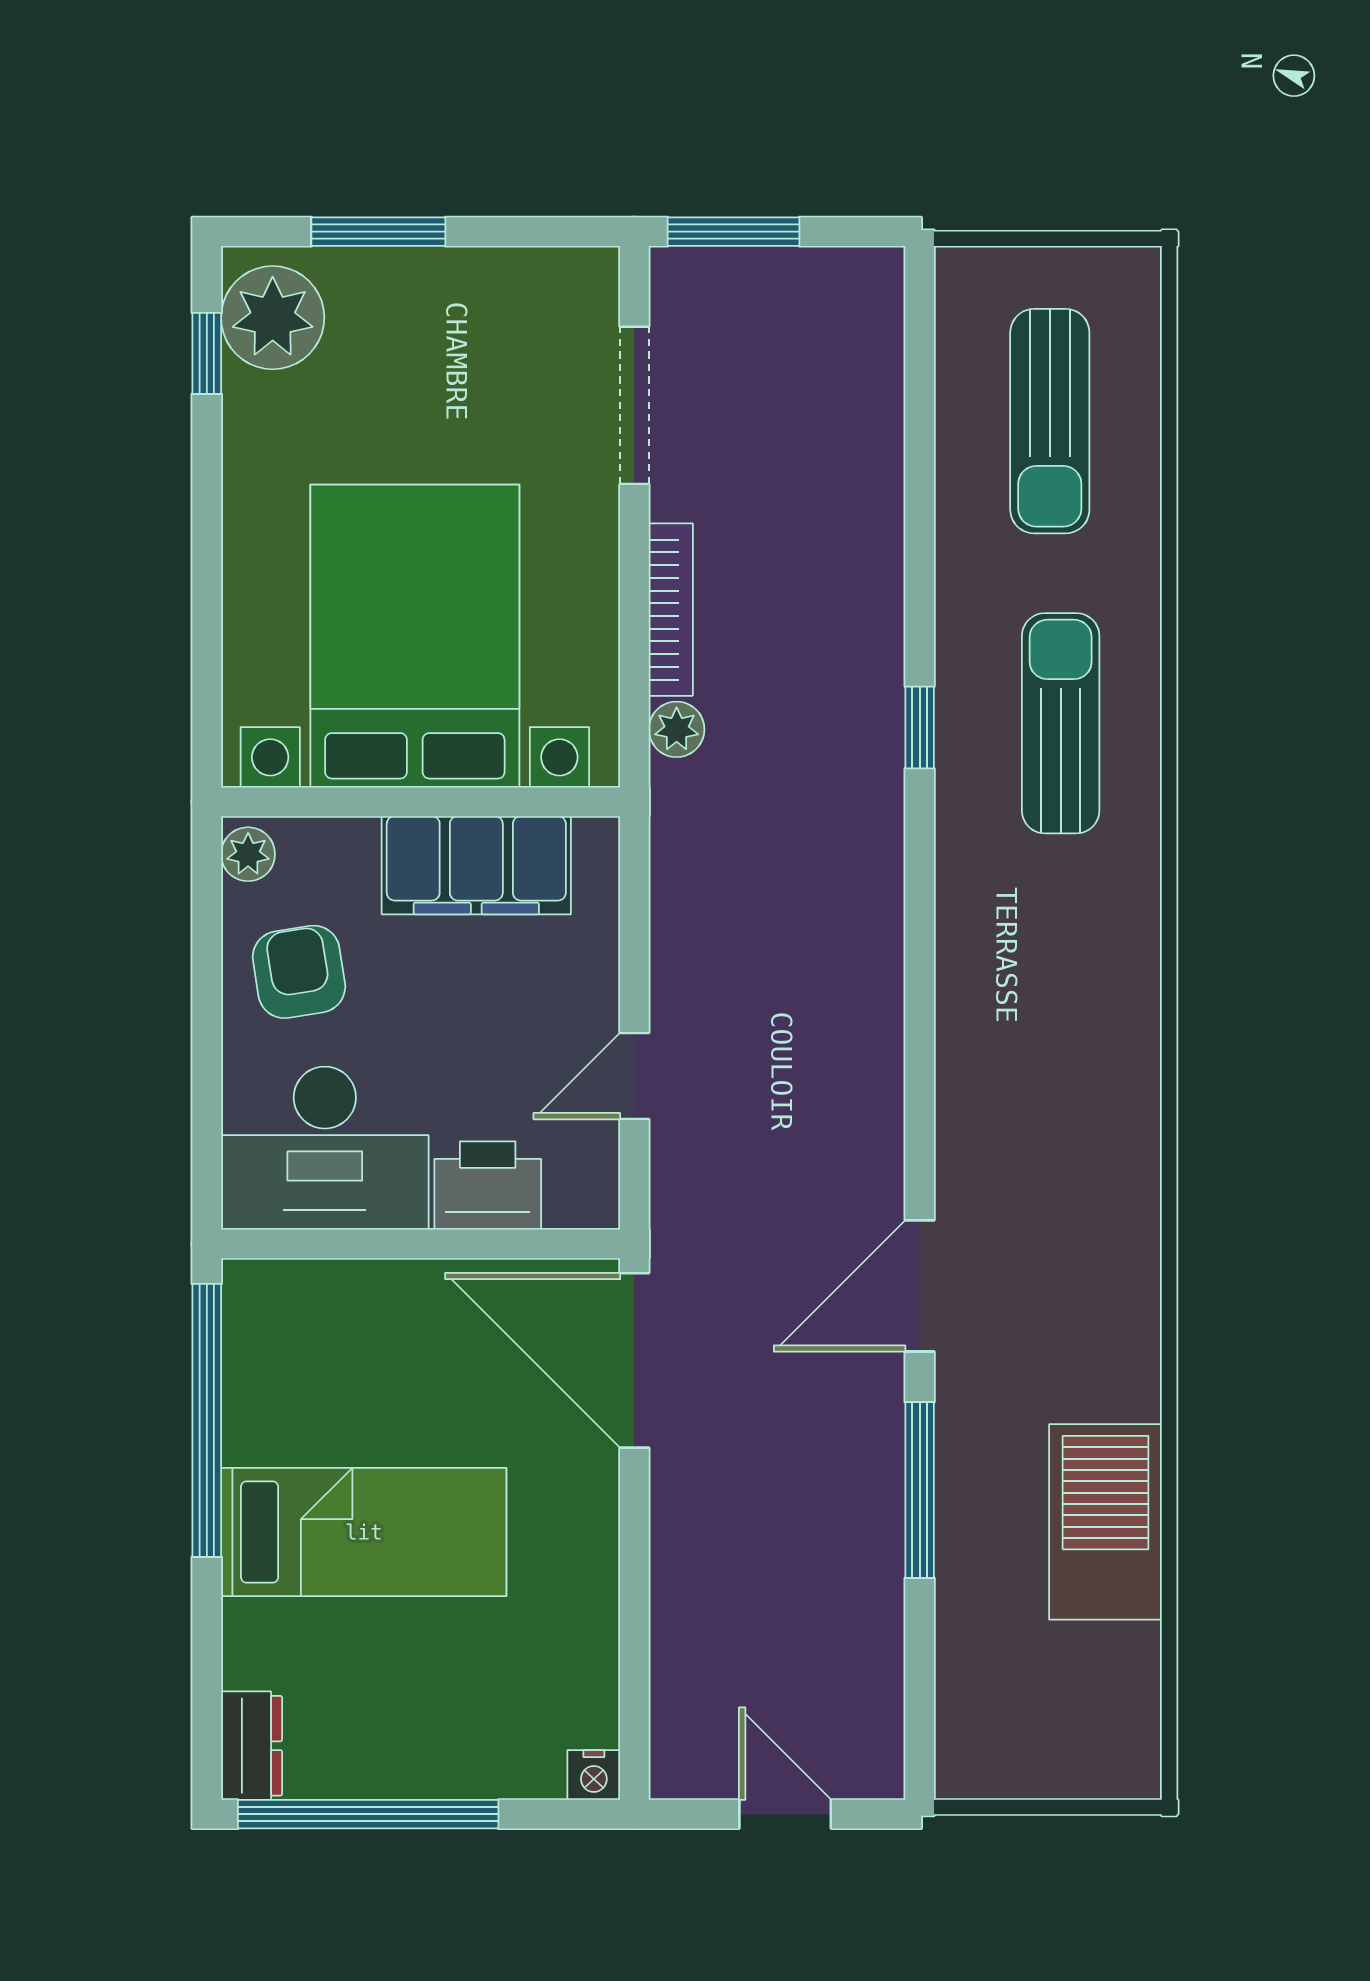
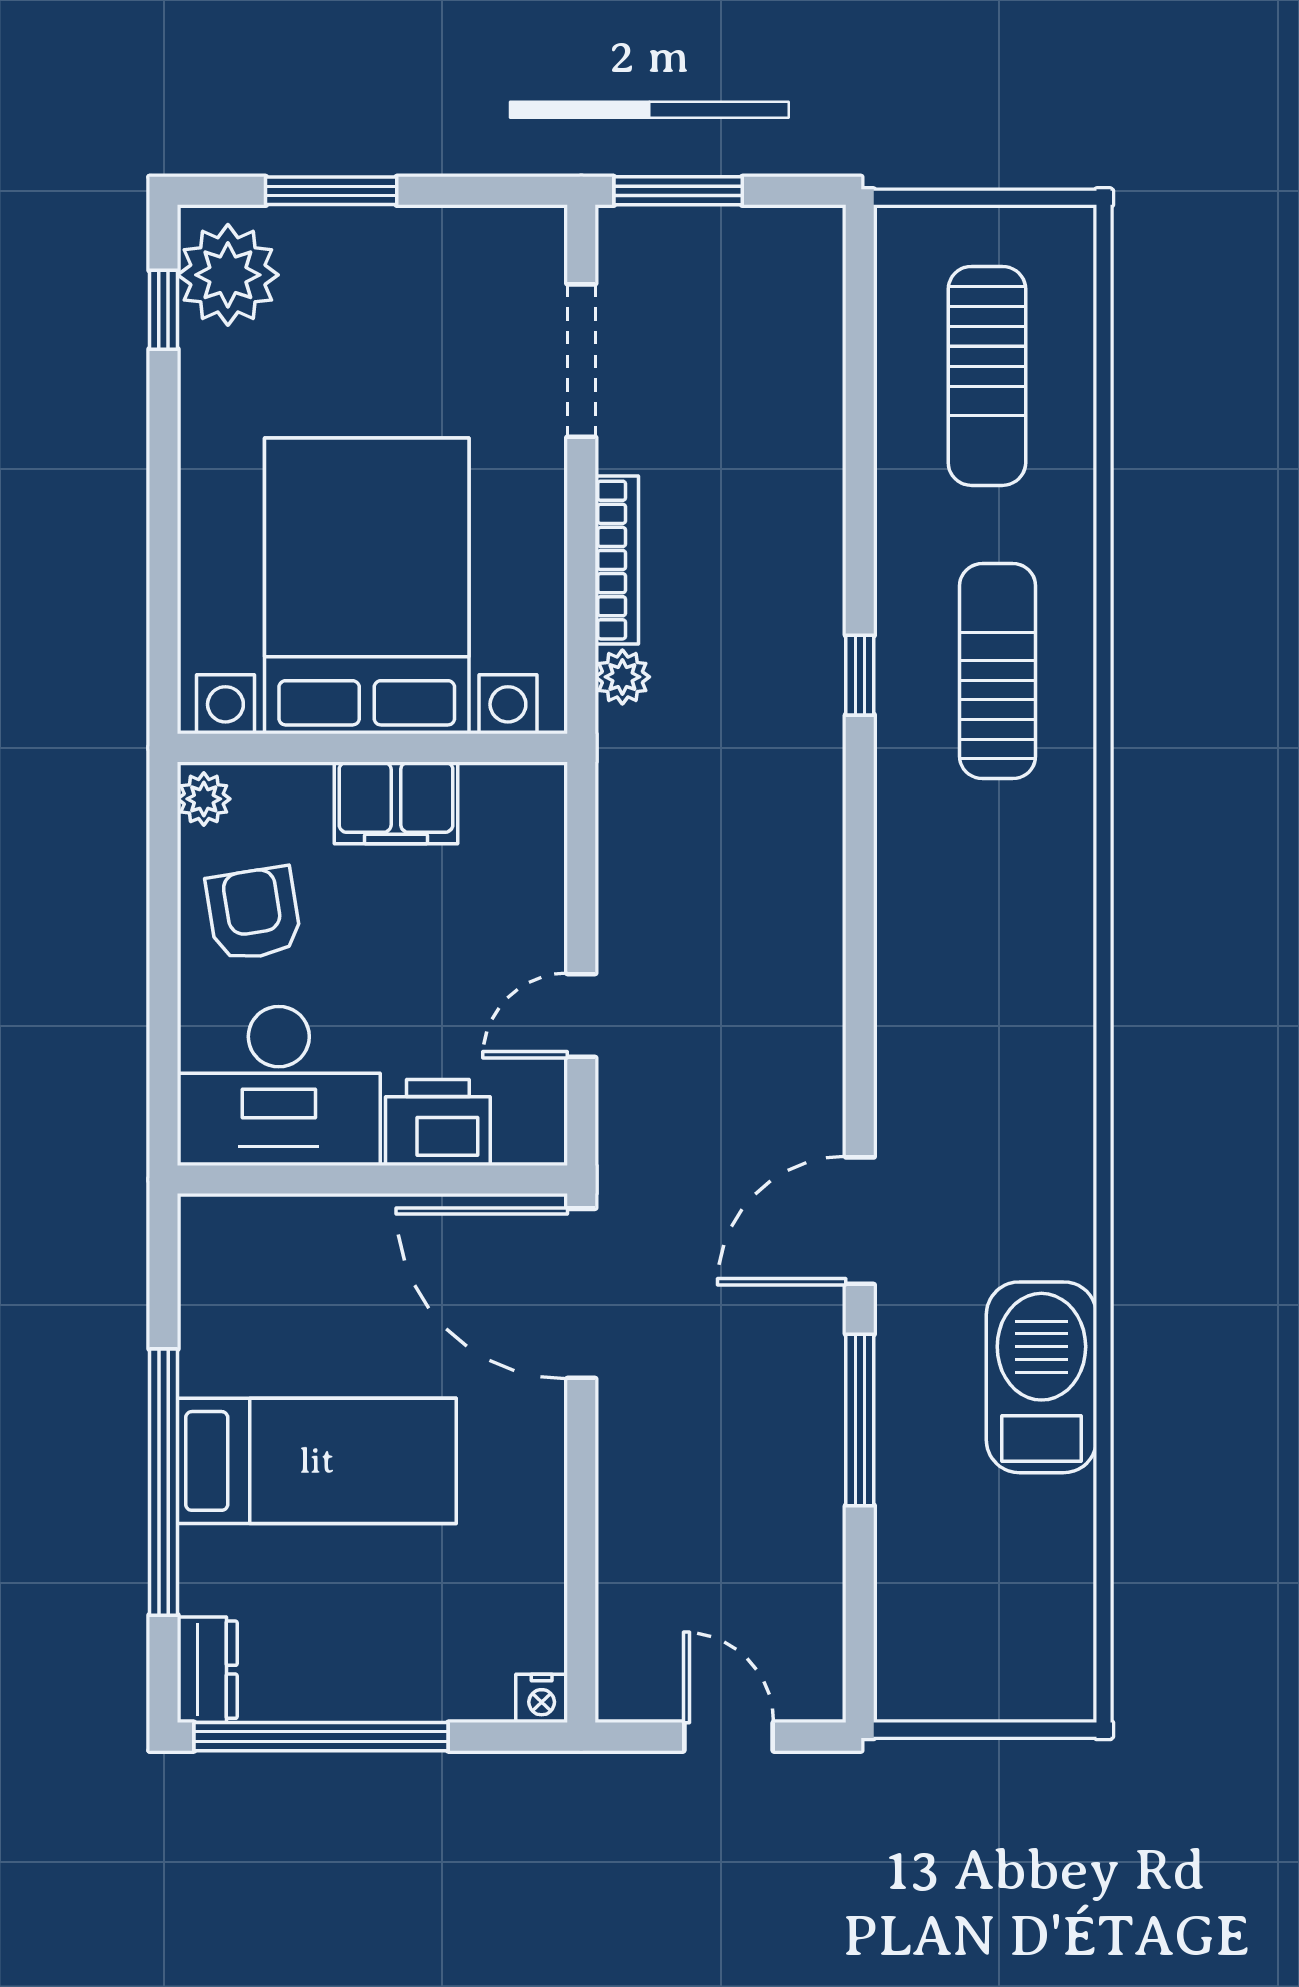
filing cabinet: (476, 865) -> (396, 803), width x0.67, depth x0.86
window: (207, 1420) -> (164, 1482), moved
barbecue: (1106, 1522) -> (1041, 1377), moved

